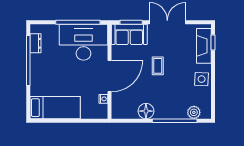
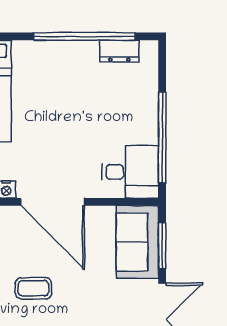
desk: (83, 42) -> (130, 172), width x0.53, depth x0.77
coffee table: (158, 66) -> (33, 288), moved

